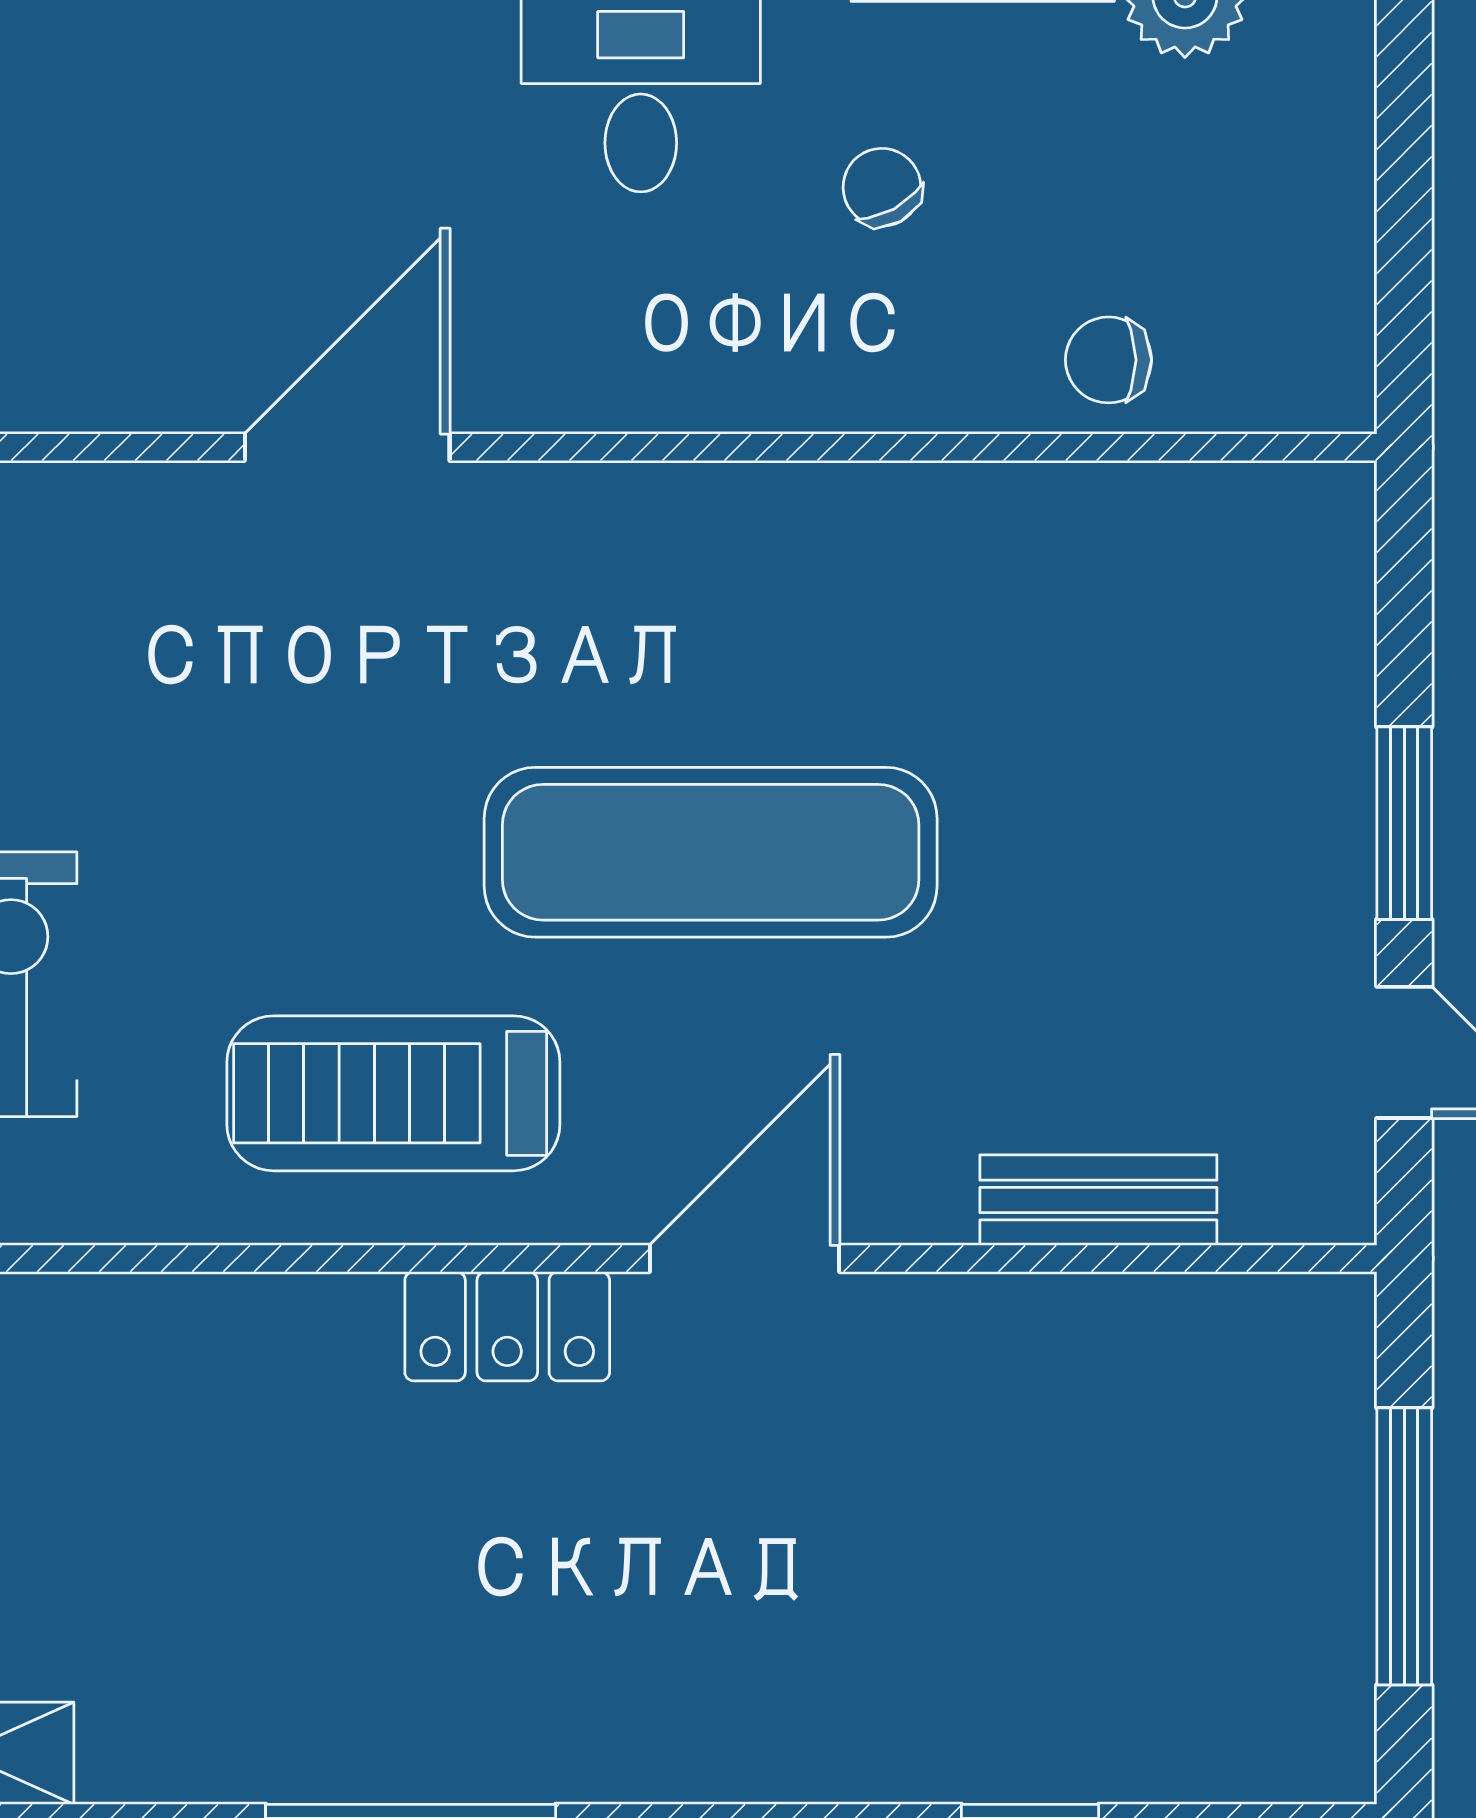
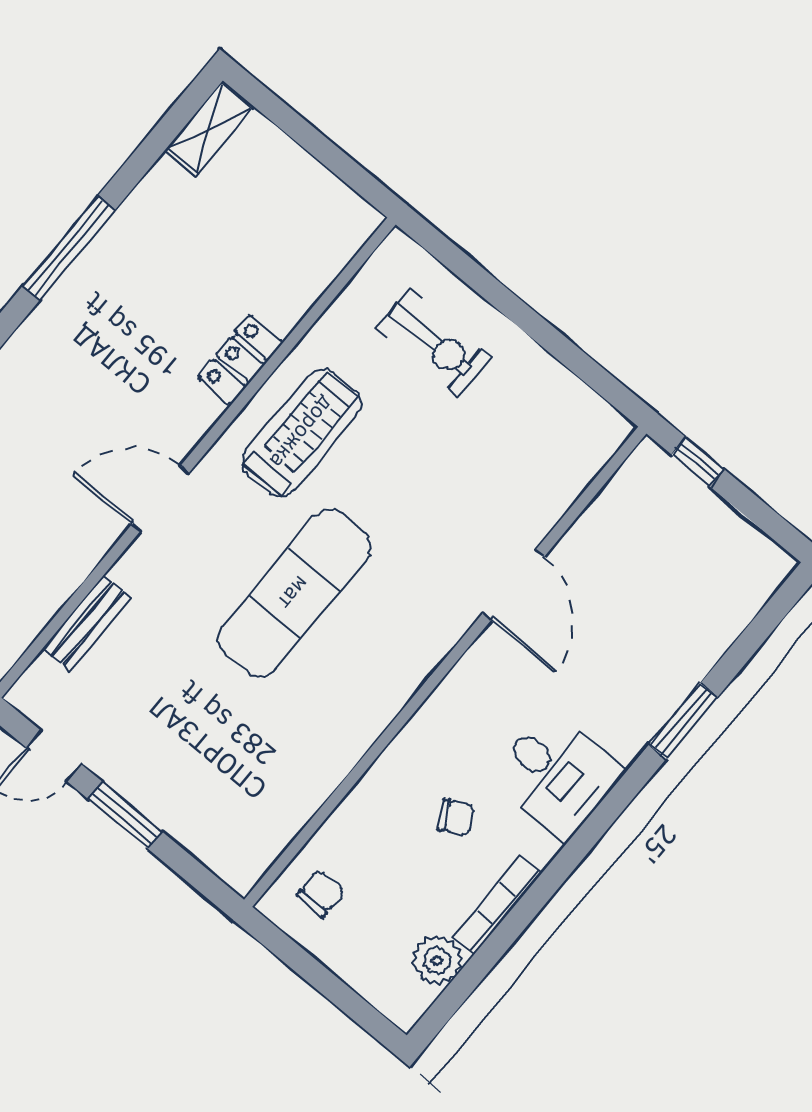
chair: (1108, 360) -> (321, 893), moved
door: (744, 1258) -> (160, 499), swing flipped
locker: (507, 1326) -> (240, 360), moved

